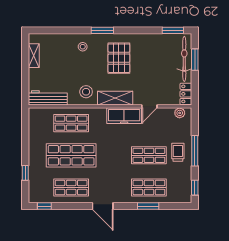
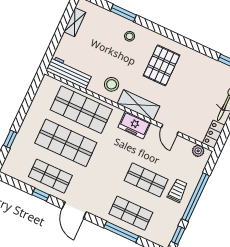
window: (102, 30) -> (123, 13), moved
door: (149, 106) -> (170, 130), hinge flipped
freezer: (124, 116) -> (134, 125), width x0.71
shop shelf: (71, 123) -> (81, 110), width x1.43, depth x1.36
window: (195, 151) -> (196, 197), width x1.46
window: (44, 206) -> (41, 195), moved
window: (148, 206) -> (121, 232), width x1.44

